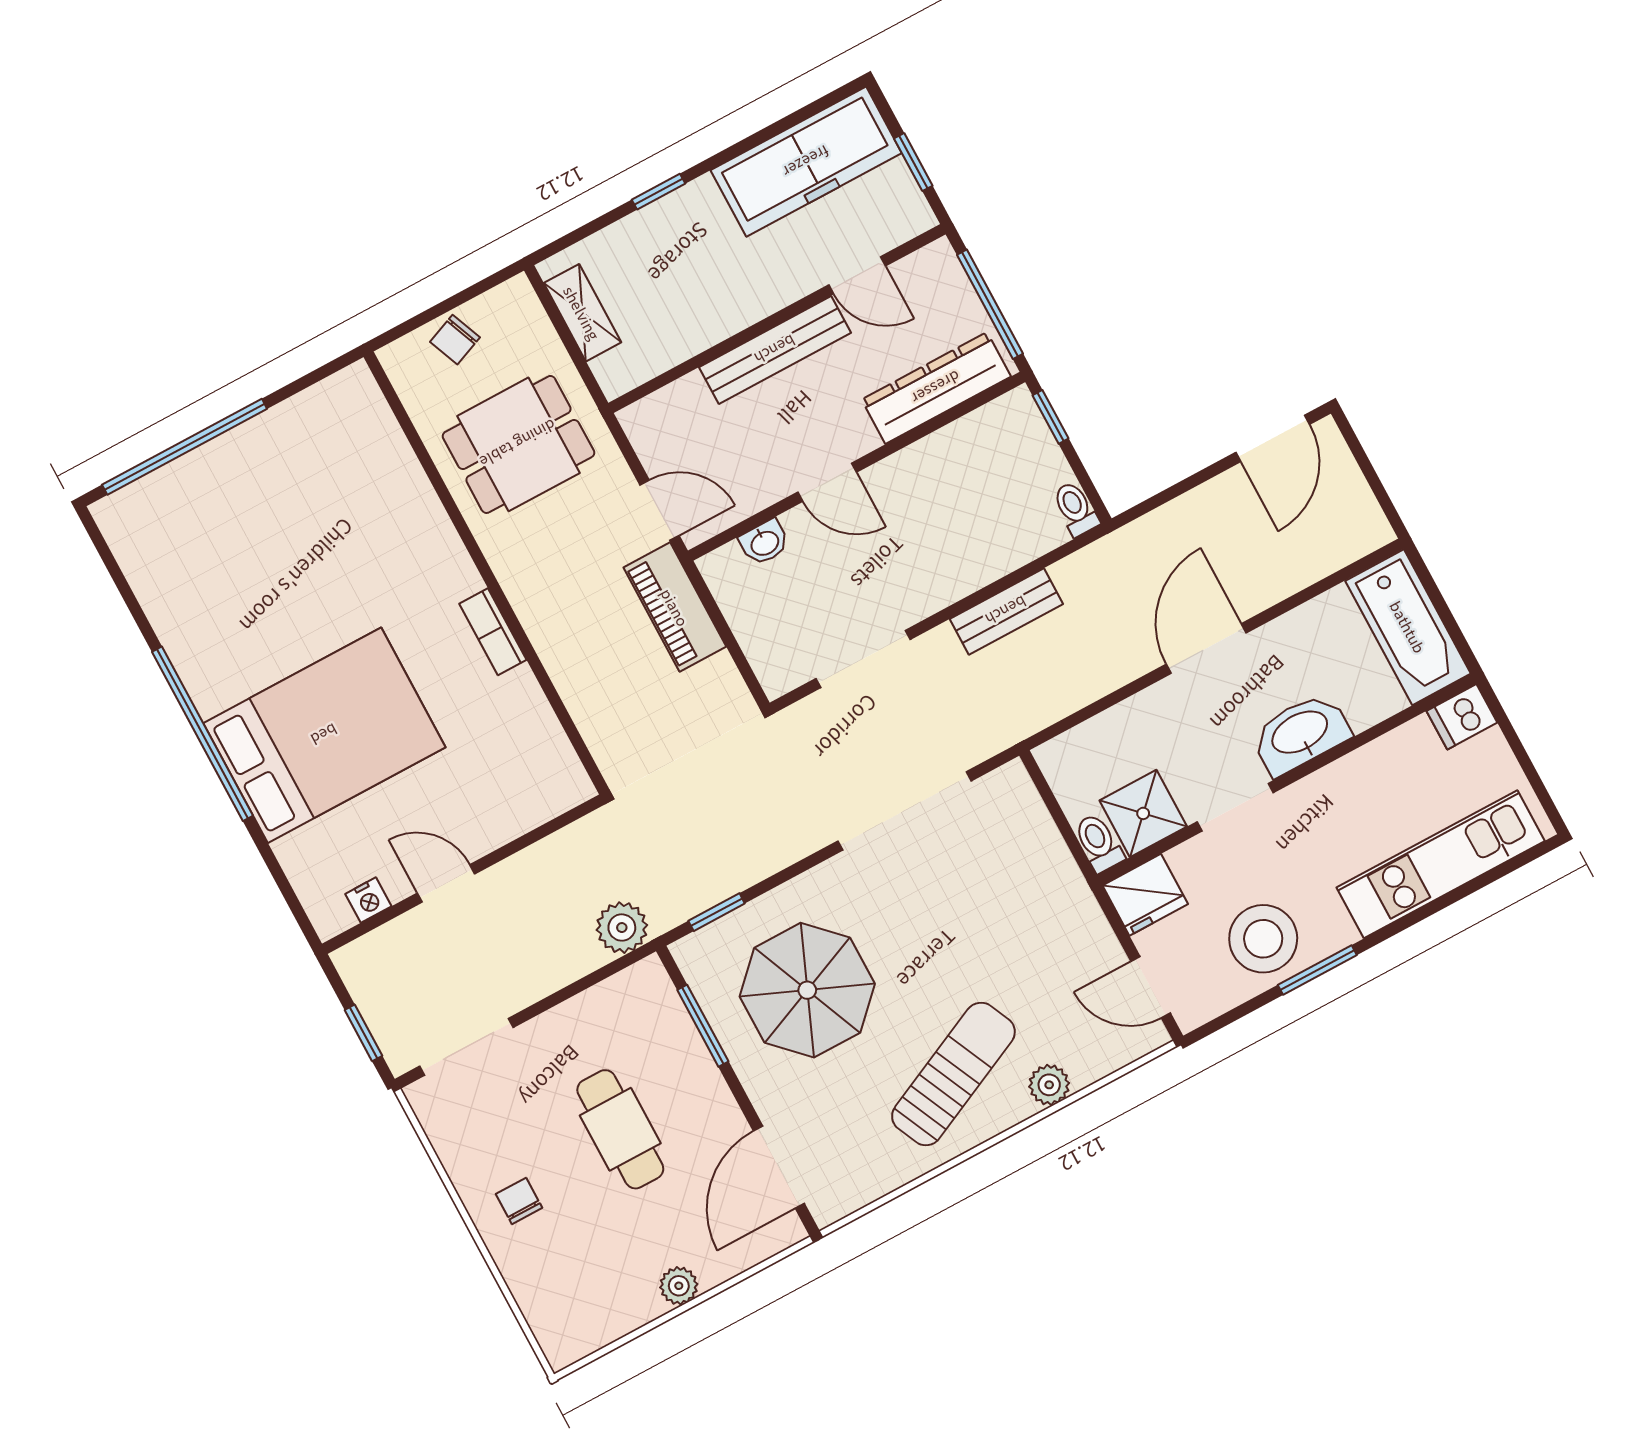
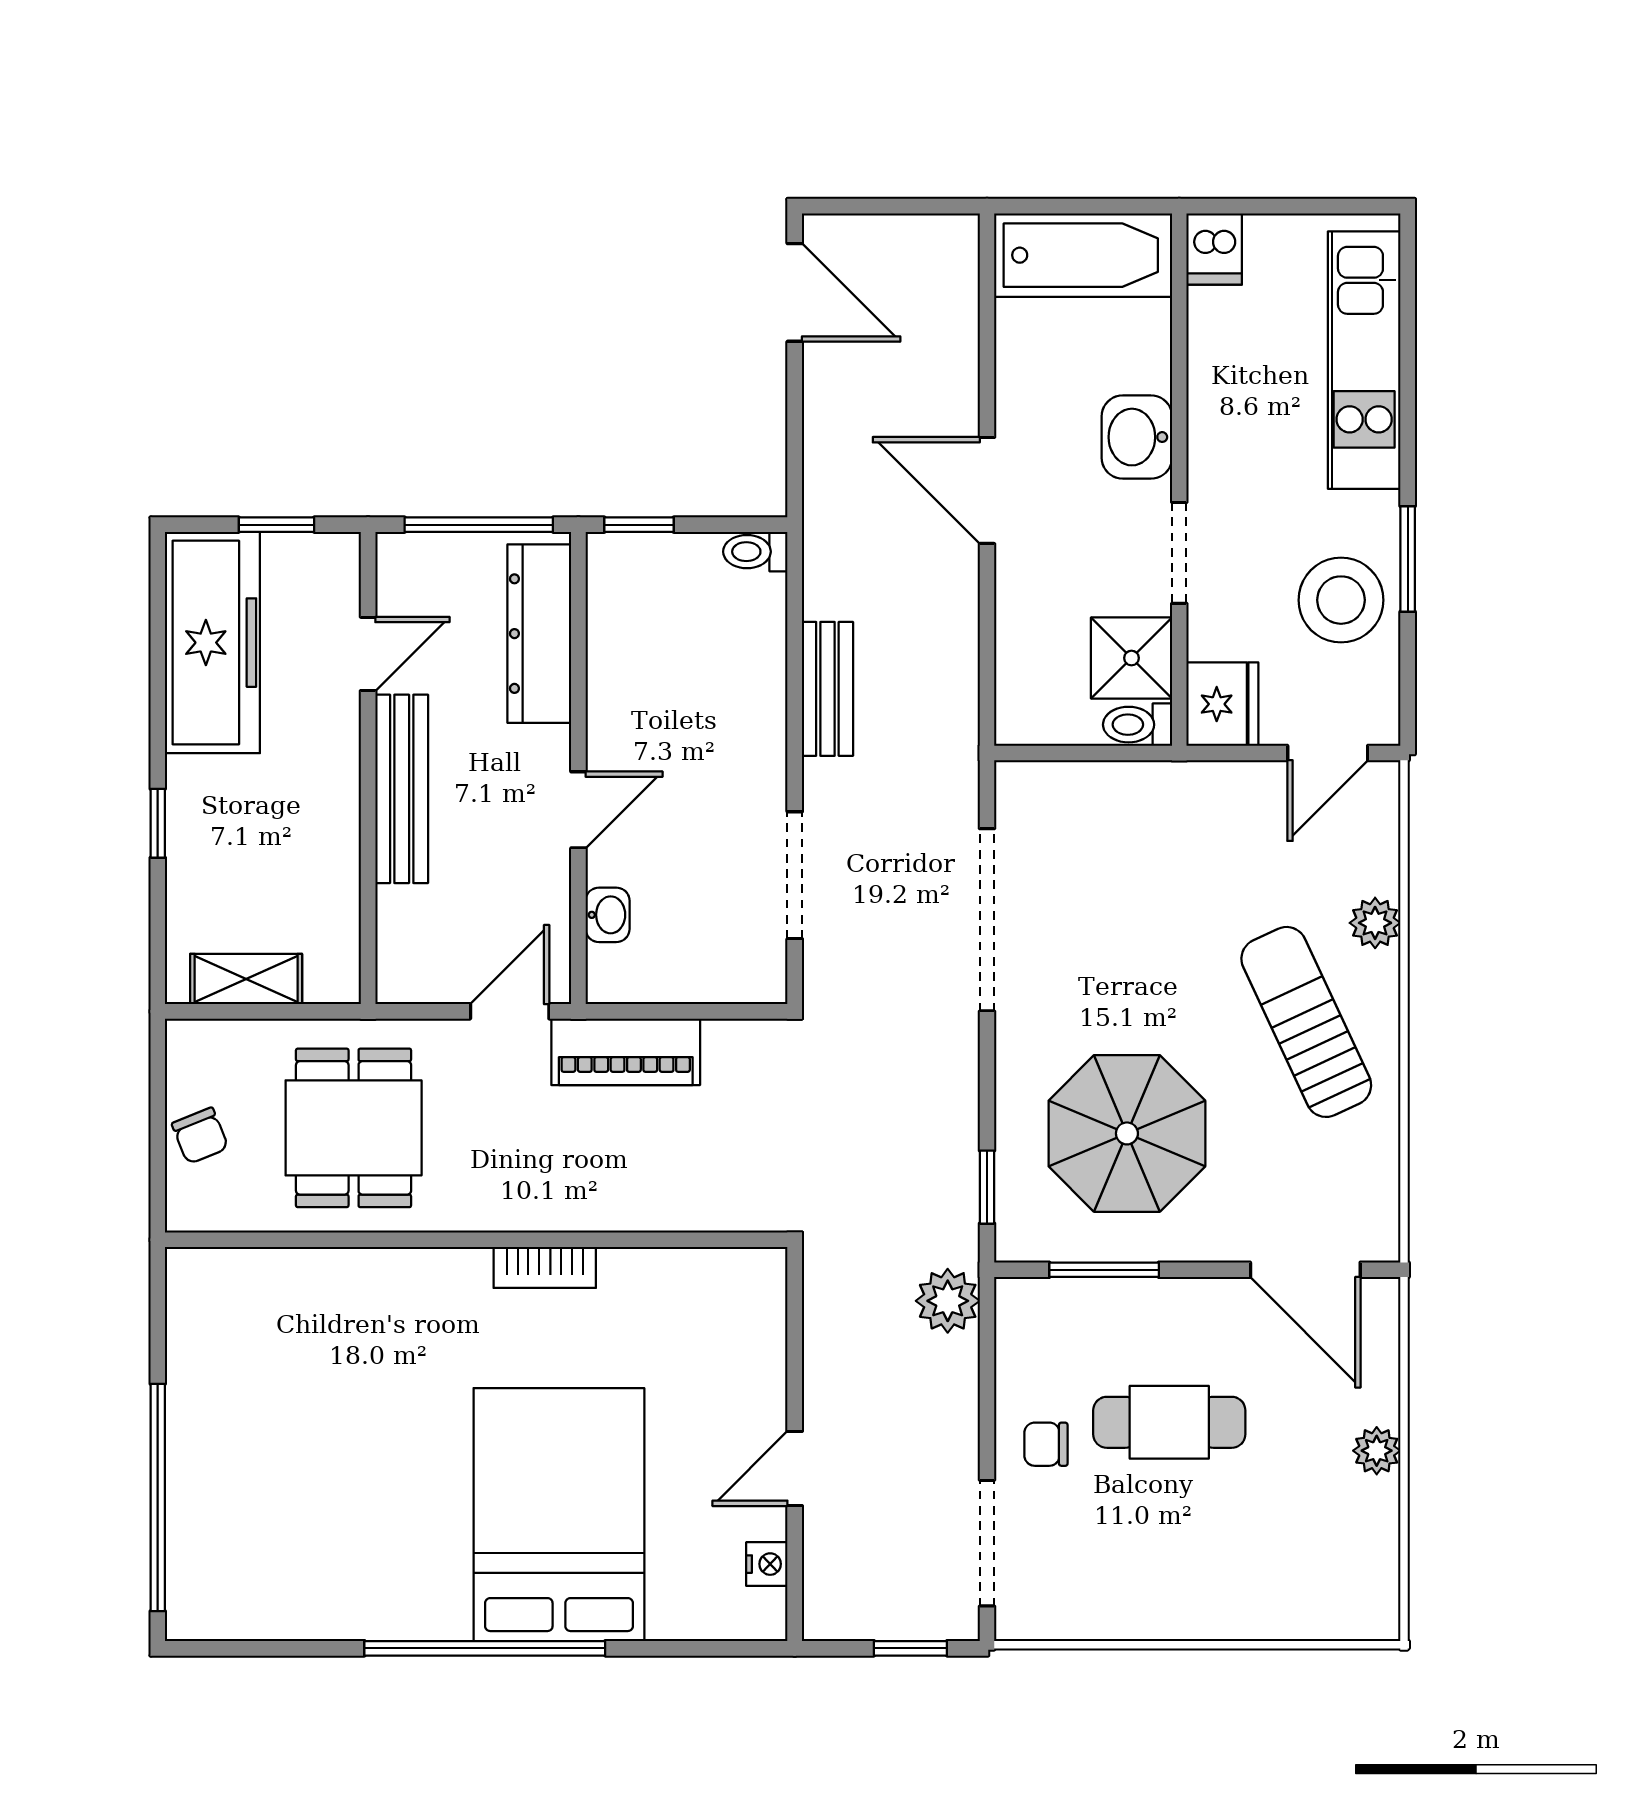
washbasin: (1300, 734) -> (1137, 437), width x0.72
chair: (519, 1201) -> (1046, 1444), moved

